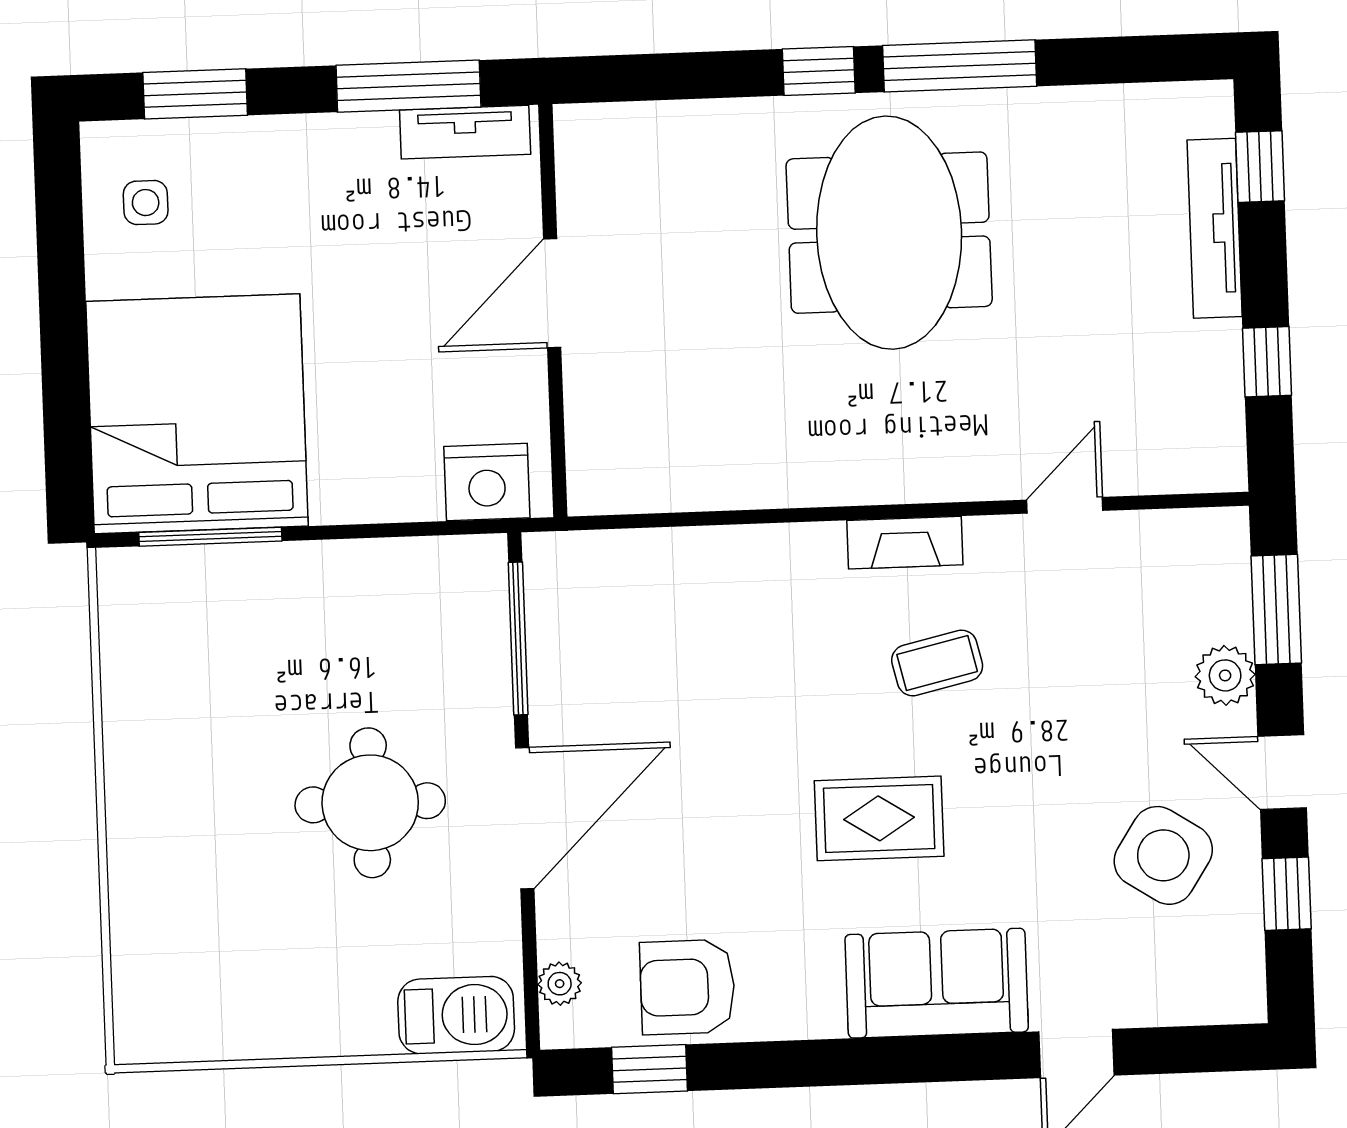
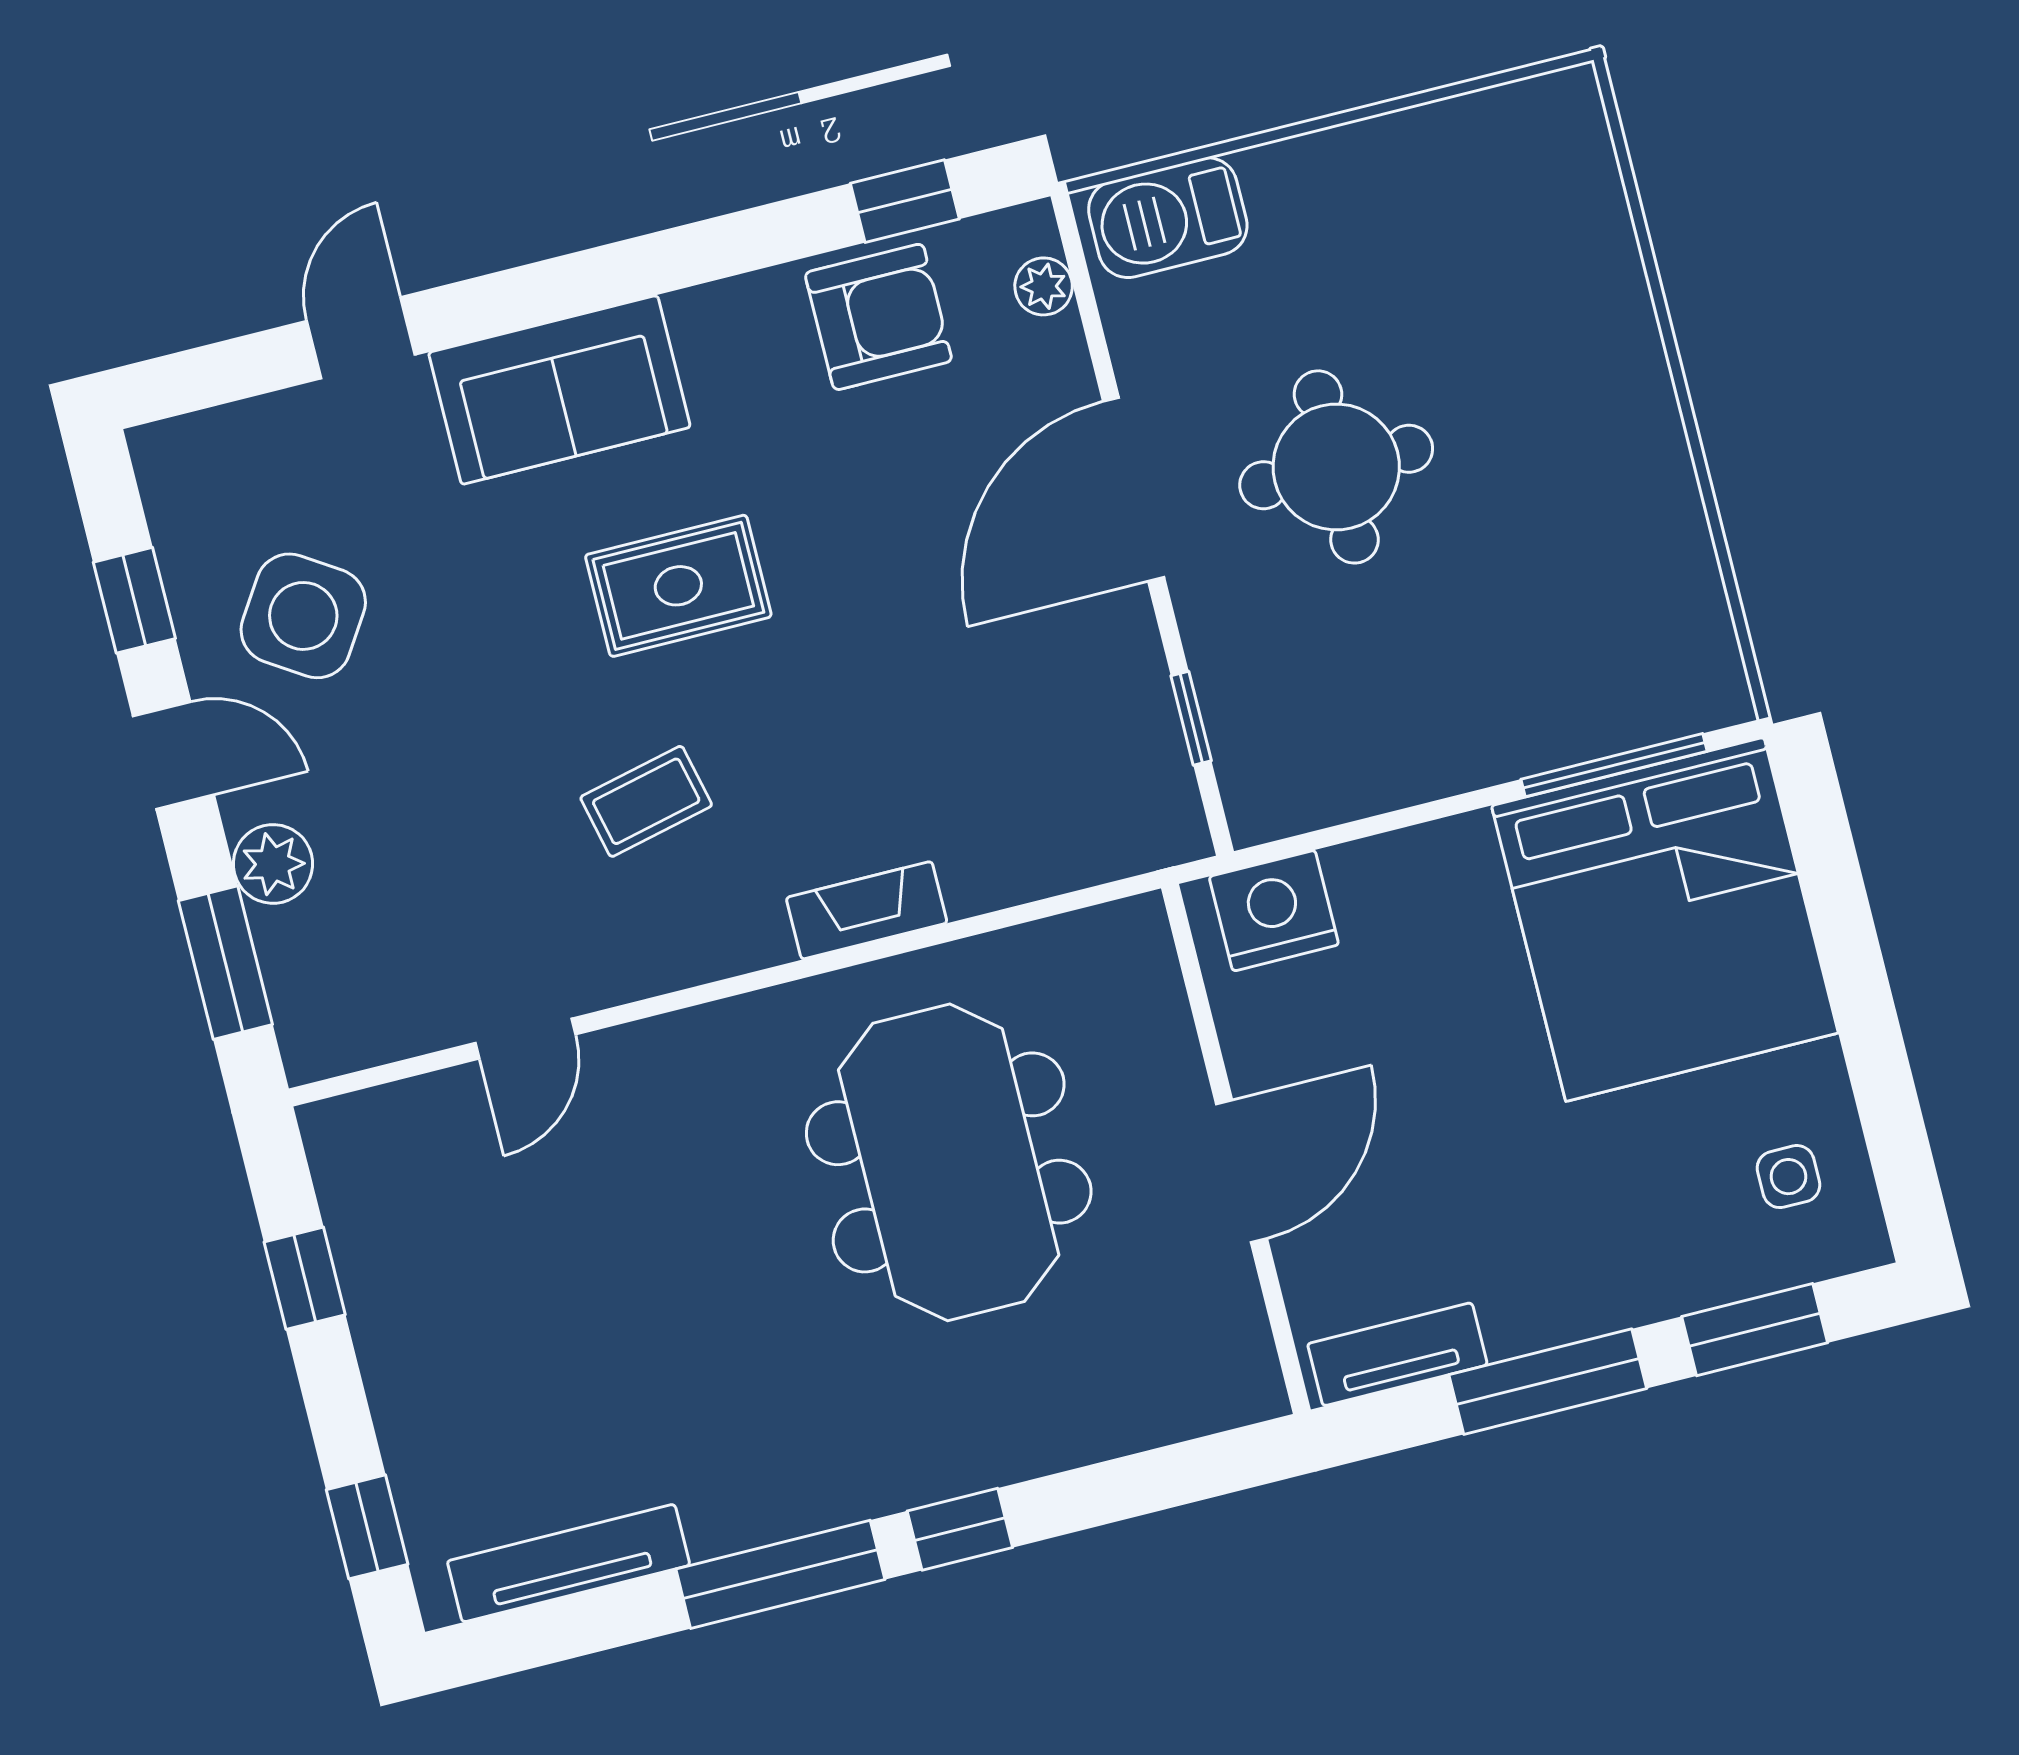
window: (408, 86) -> (1548, 1382), moved
tv unit: (1215, 228) -> (569, 1563), moved, turned -90
meeting table: (889, 233) -> (949, 1162), moved
fireplace: (905, 543) -> (867, 910), moved
window: (518, 639) -> (1191, 718), width x0.46

